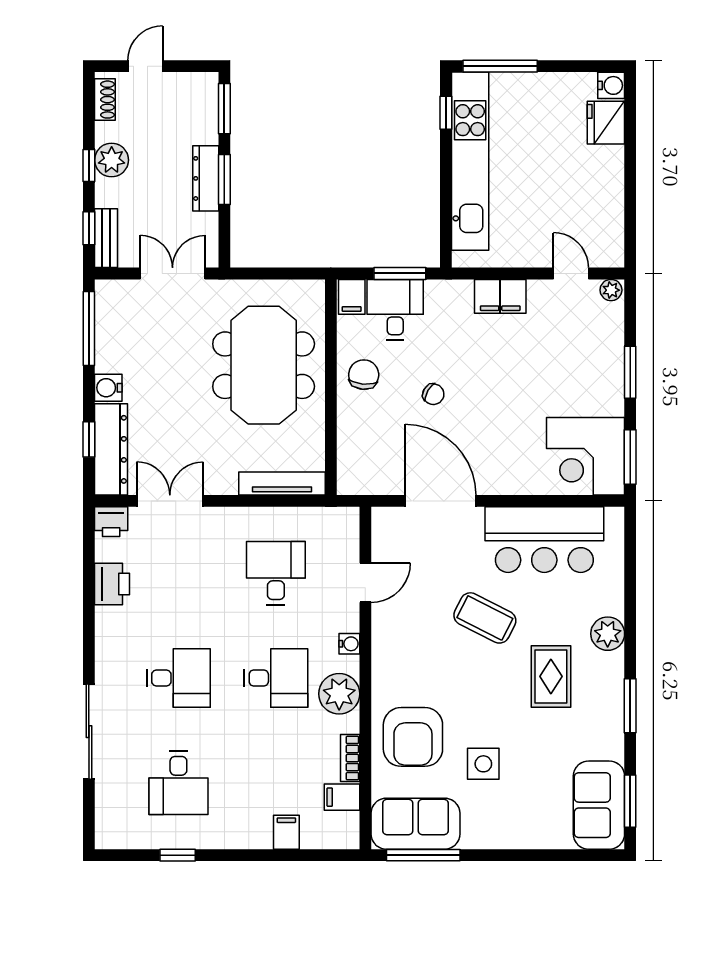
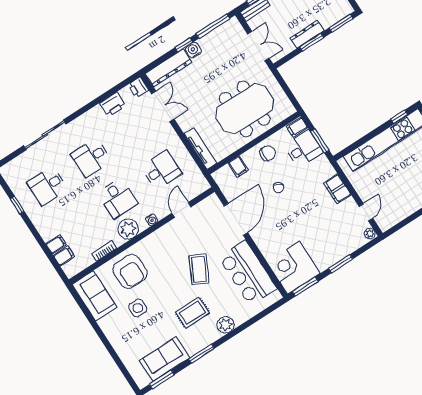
window: (89, 439) -> (184, 45), moved
filing cabinet: (354, 439) -> (238, 167), added
door: (365, 583) -> (181, 210), swing flipped
desk: (178, 678) -> (91, 158), turned 90
armchair: (413, 737) -> (130, 271), turned -90
filing cabinet: (342, 797) -> (64, 256), moved, turned 90
sofa: (599, 805) -> (164, 359), moved
window: (423, 855) -> (83, 308), removed

